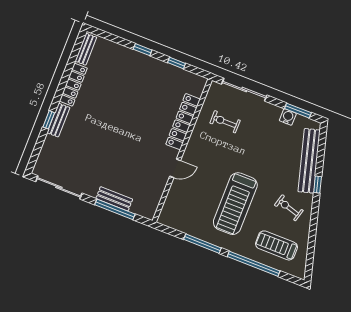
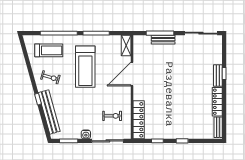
water cooler: (288, 117) -> (86, 134), moved
locker: (183, 122) -> (139, 120), moved
door: (175, 168) -> (132, 74), width x1.88
treadmill: (235, 204) -> (85, 67), turned 180
shelving: (168, 211) -> (126, 46), added

